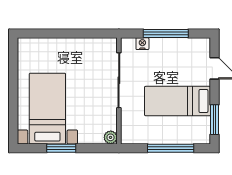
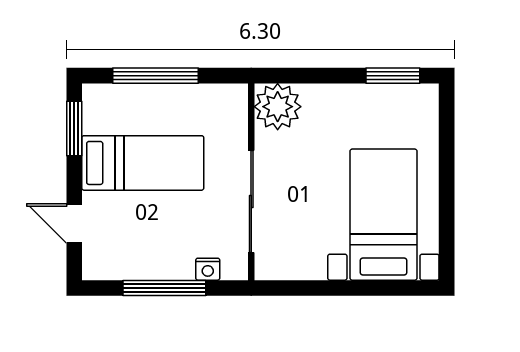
bed with nightstands: (47, 109) -> (383, 215), moved, turned 180
plant: (111, 137) -> (278, 107), width x1.88, depth x1.88
window: (61, 148) -> (393, 76), moved

